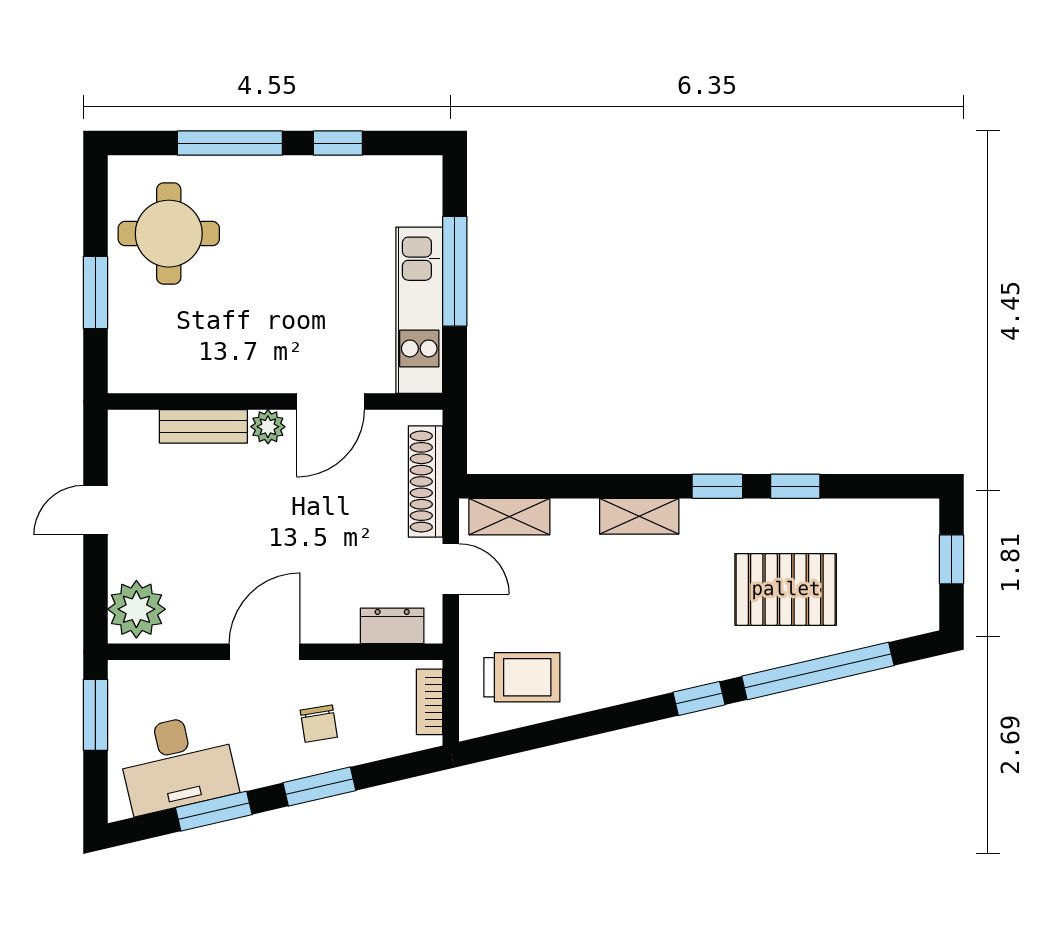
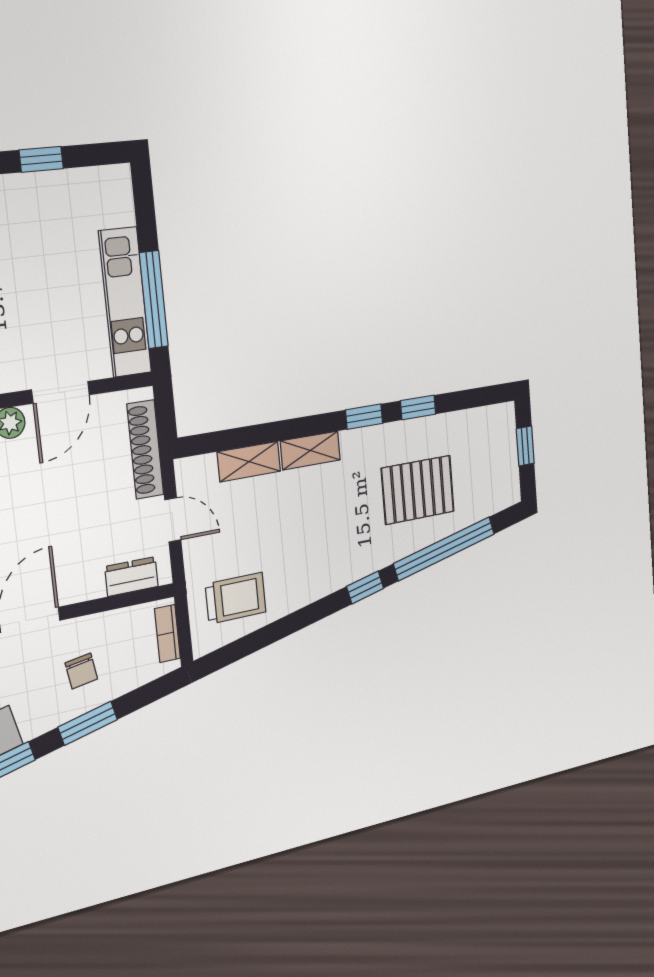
window: (455, 271) -> (154, 300), moved
shelving: (509, 517) -> (249, 462), moved

